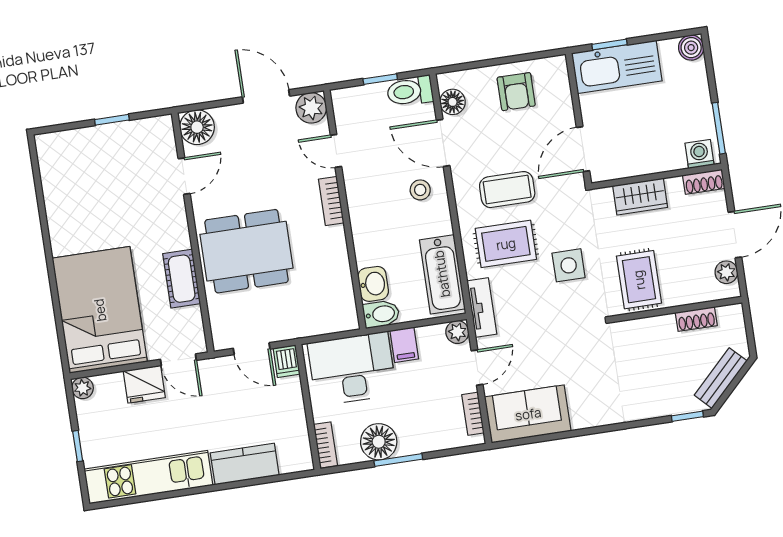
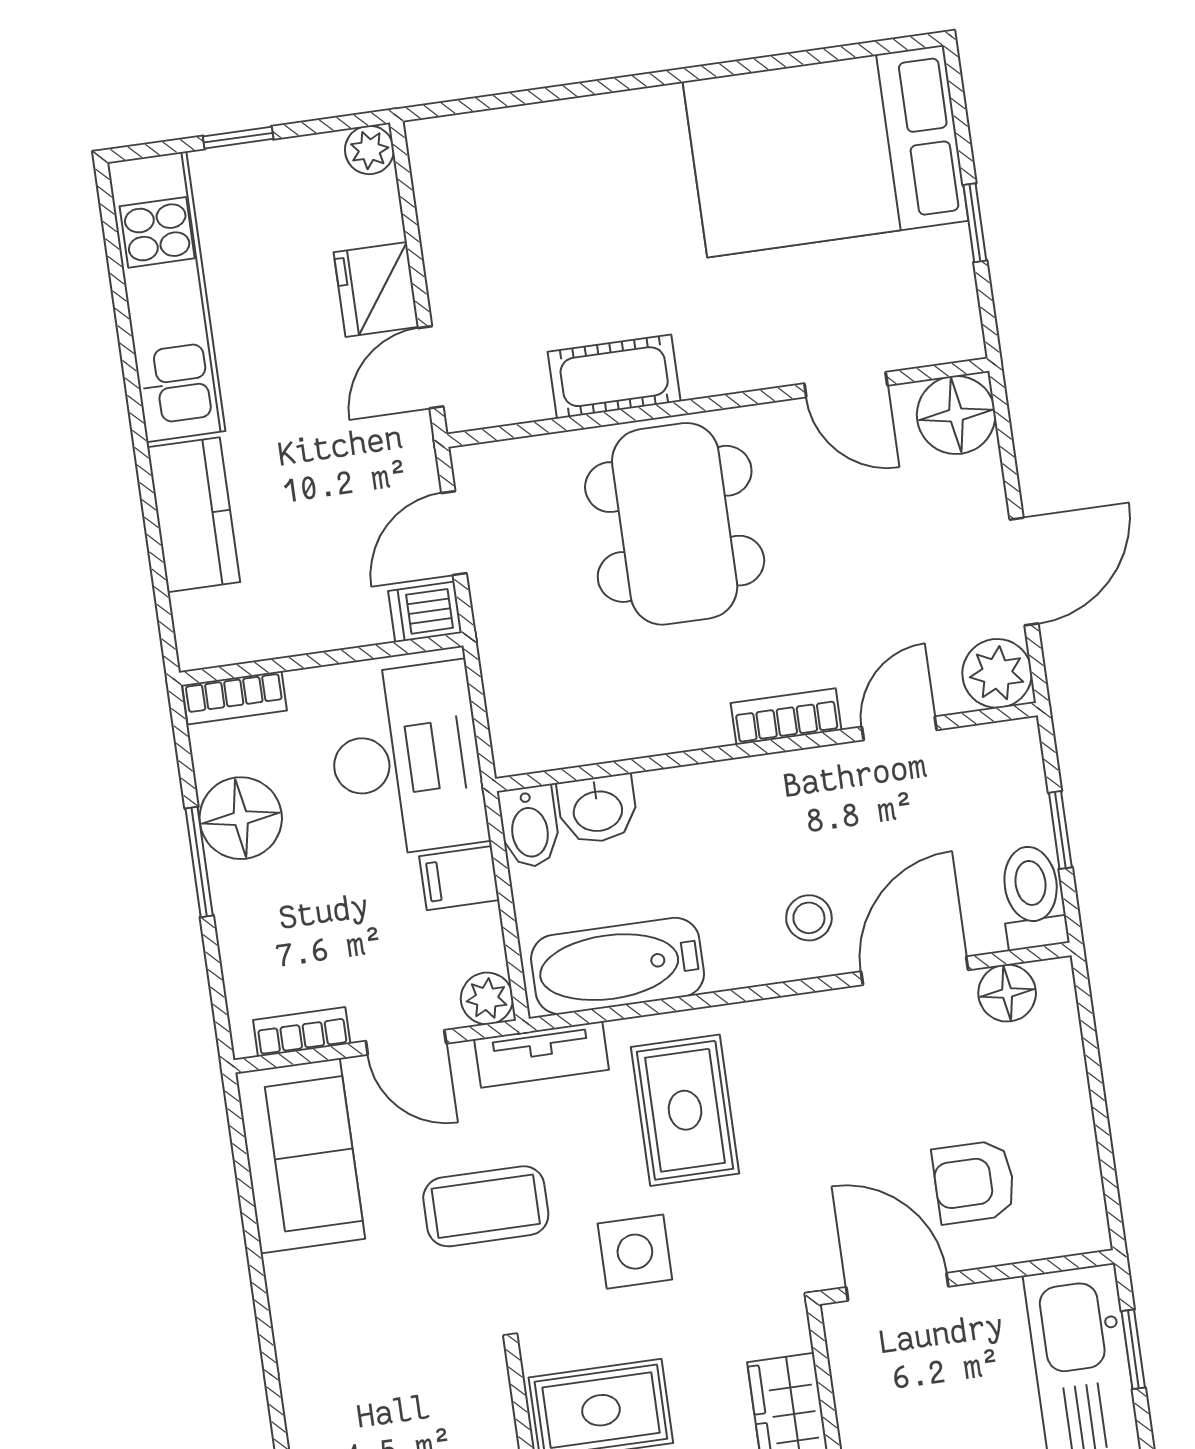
armchair: (516, 92) -> (974, 1182), moved
coffee table: (507, 190) -> (486, 1206), moved, turned 90
bed: (100, 310) -> (826, 151), moved, turned 180

